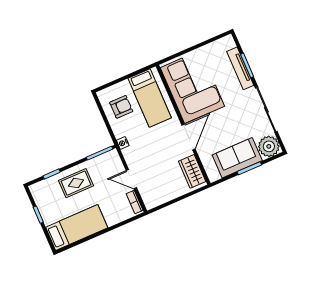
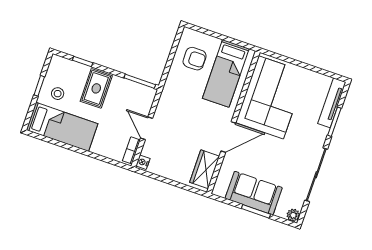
tv unit: (240, 68) -> (332, 103), moved
nightstand: (123, 143) -> (143, 162), moved
plant: (269, 146) -> (293, 215), width x0.53, depth x0.53
rug: (76, 183) -> (96, 88), turned 90
stool: (54, 209) -> (58, 94), added

